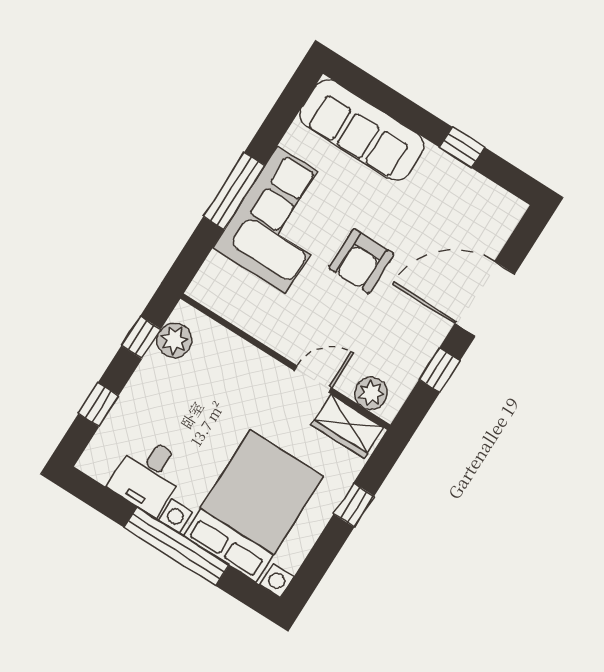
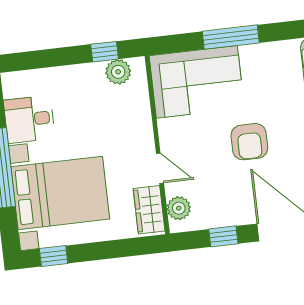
corner sofa: (281, 220) -> (197, 82), moved
armchair: (361, 261) -> (249, 142), turned -90
window: (99, 405) -> (47, 58), removed
window: (354, 505) -> (54, 256), moved

